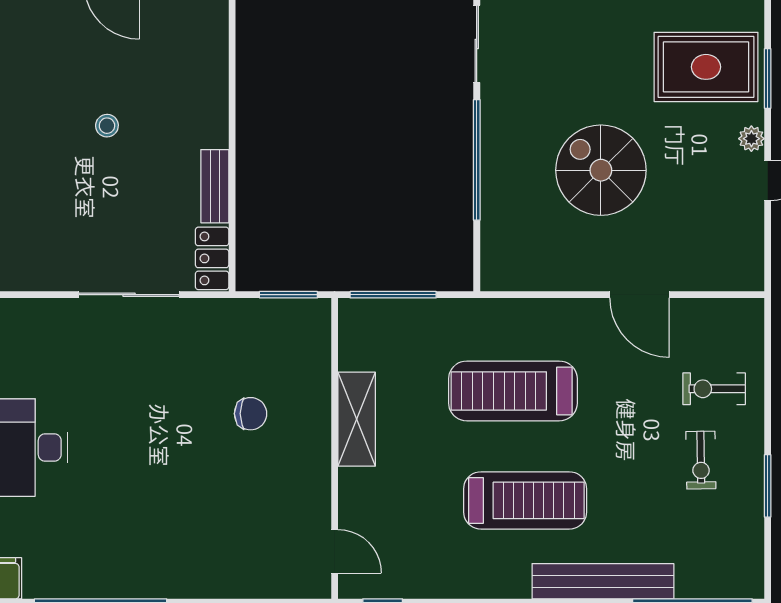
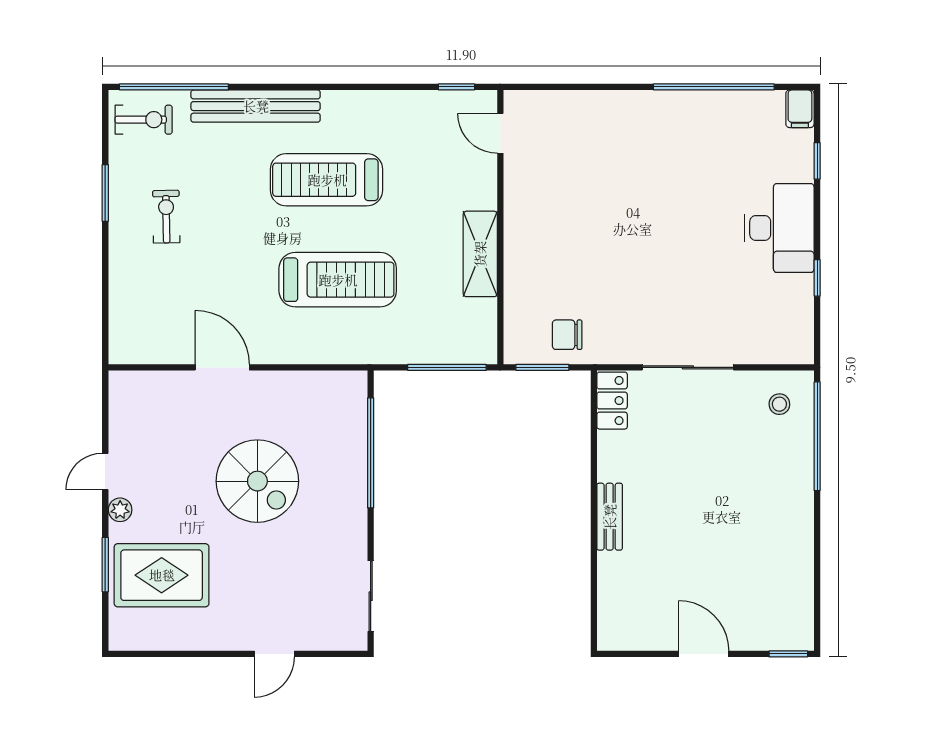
stool: (107, 126) -> (779, 404), moved
window: (477, 160) -> (371, 453), moved
bench: (215, 186) -> (610, 517), moved
exercise bike: (714, 389) -> (144, 120), moved
chair: (251, 414) -> (567, 335), moved

